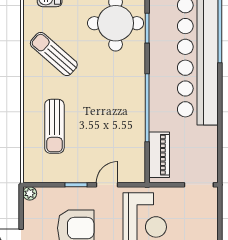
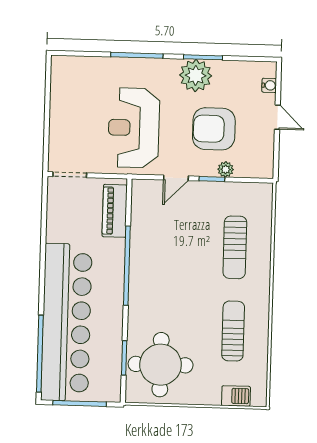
sun lounger: (54, 54) -> (233, 331), turned -131
sun lounger: (54, 126) -> (235, 247), turned 180
plant: (30, 193) -> (226, 169), moved

